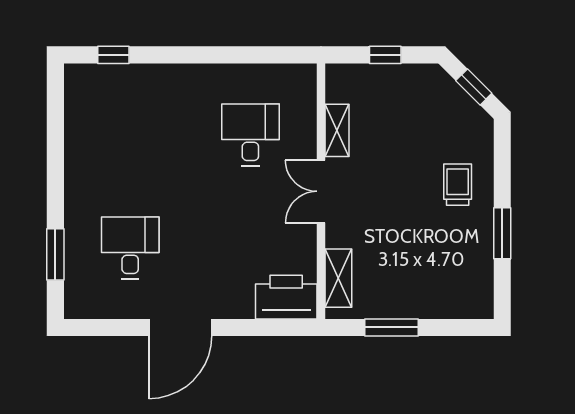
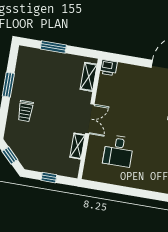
printer: (286, 297) -> (108, 68), width x0.53, depth x0.68
window: (391, 327) -> (53, 47), moved

